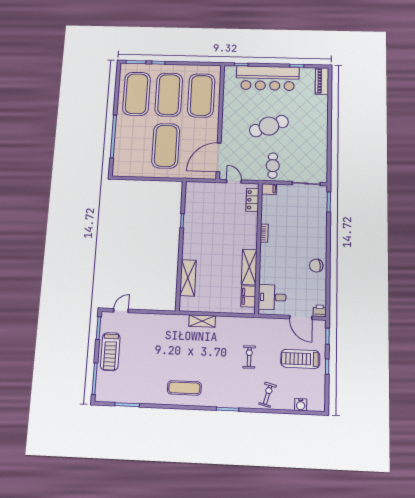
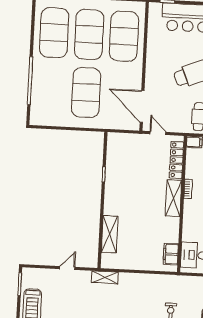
door: (219, 157) -> (142, 106), hinge flipped
locker: (252, 200) -> (176, 160), width x1.53
shelving: (249, 267) -> (173, 198), moved
door: (121, 311) -> (67, 268), moved
shelving: (202, 321) -> (105, 277), moved

